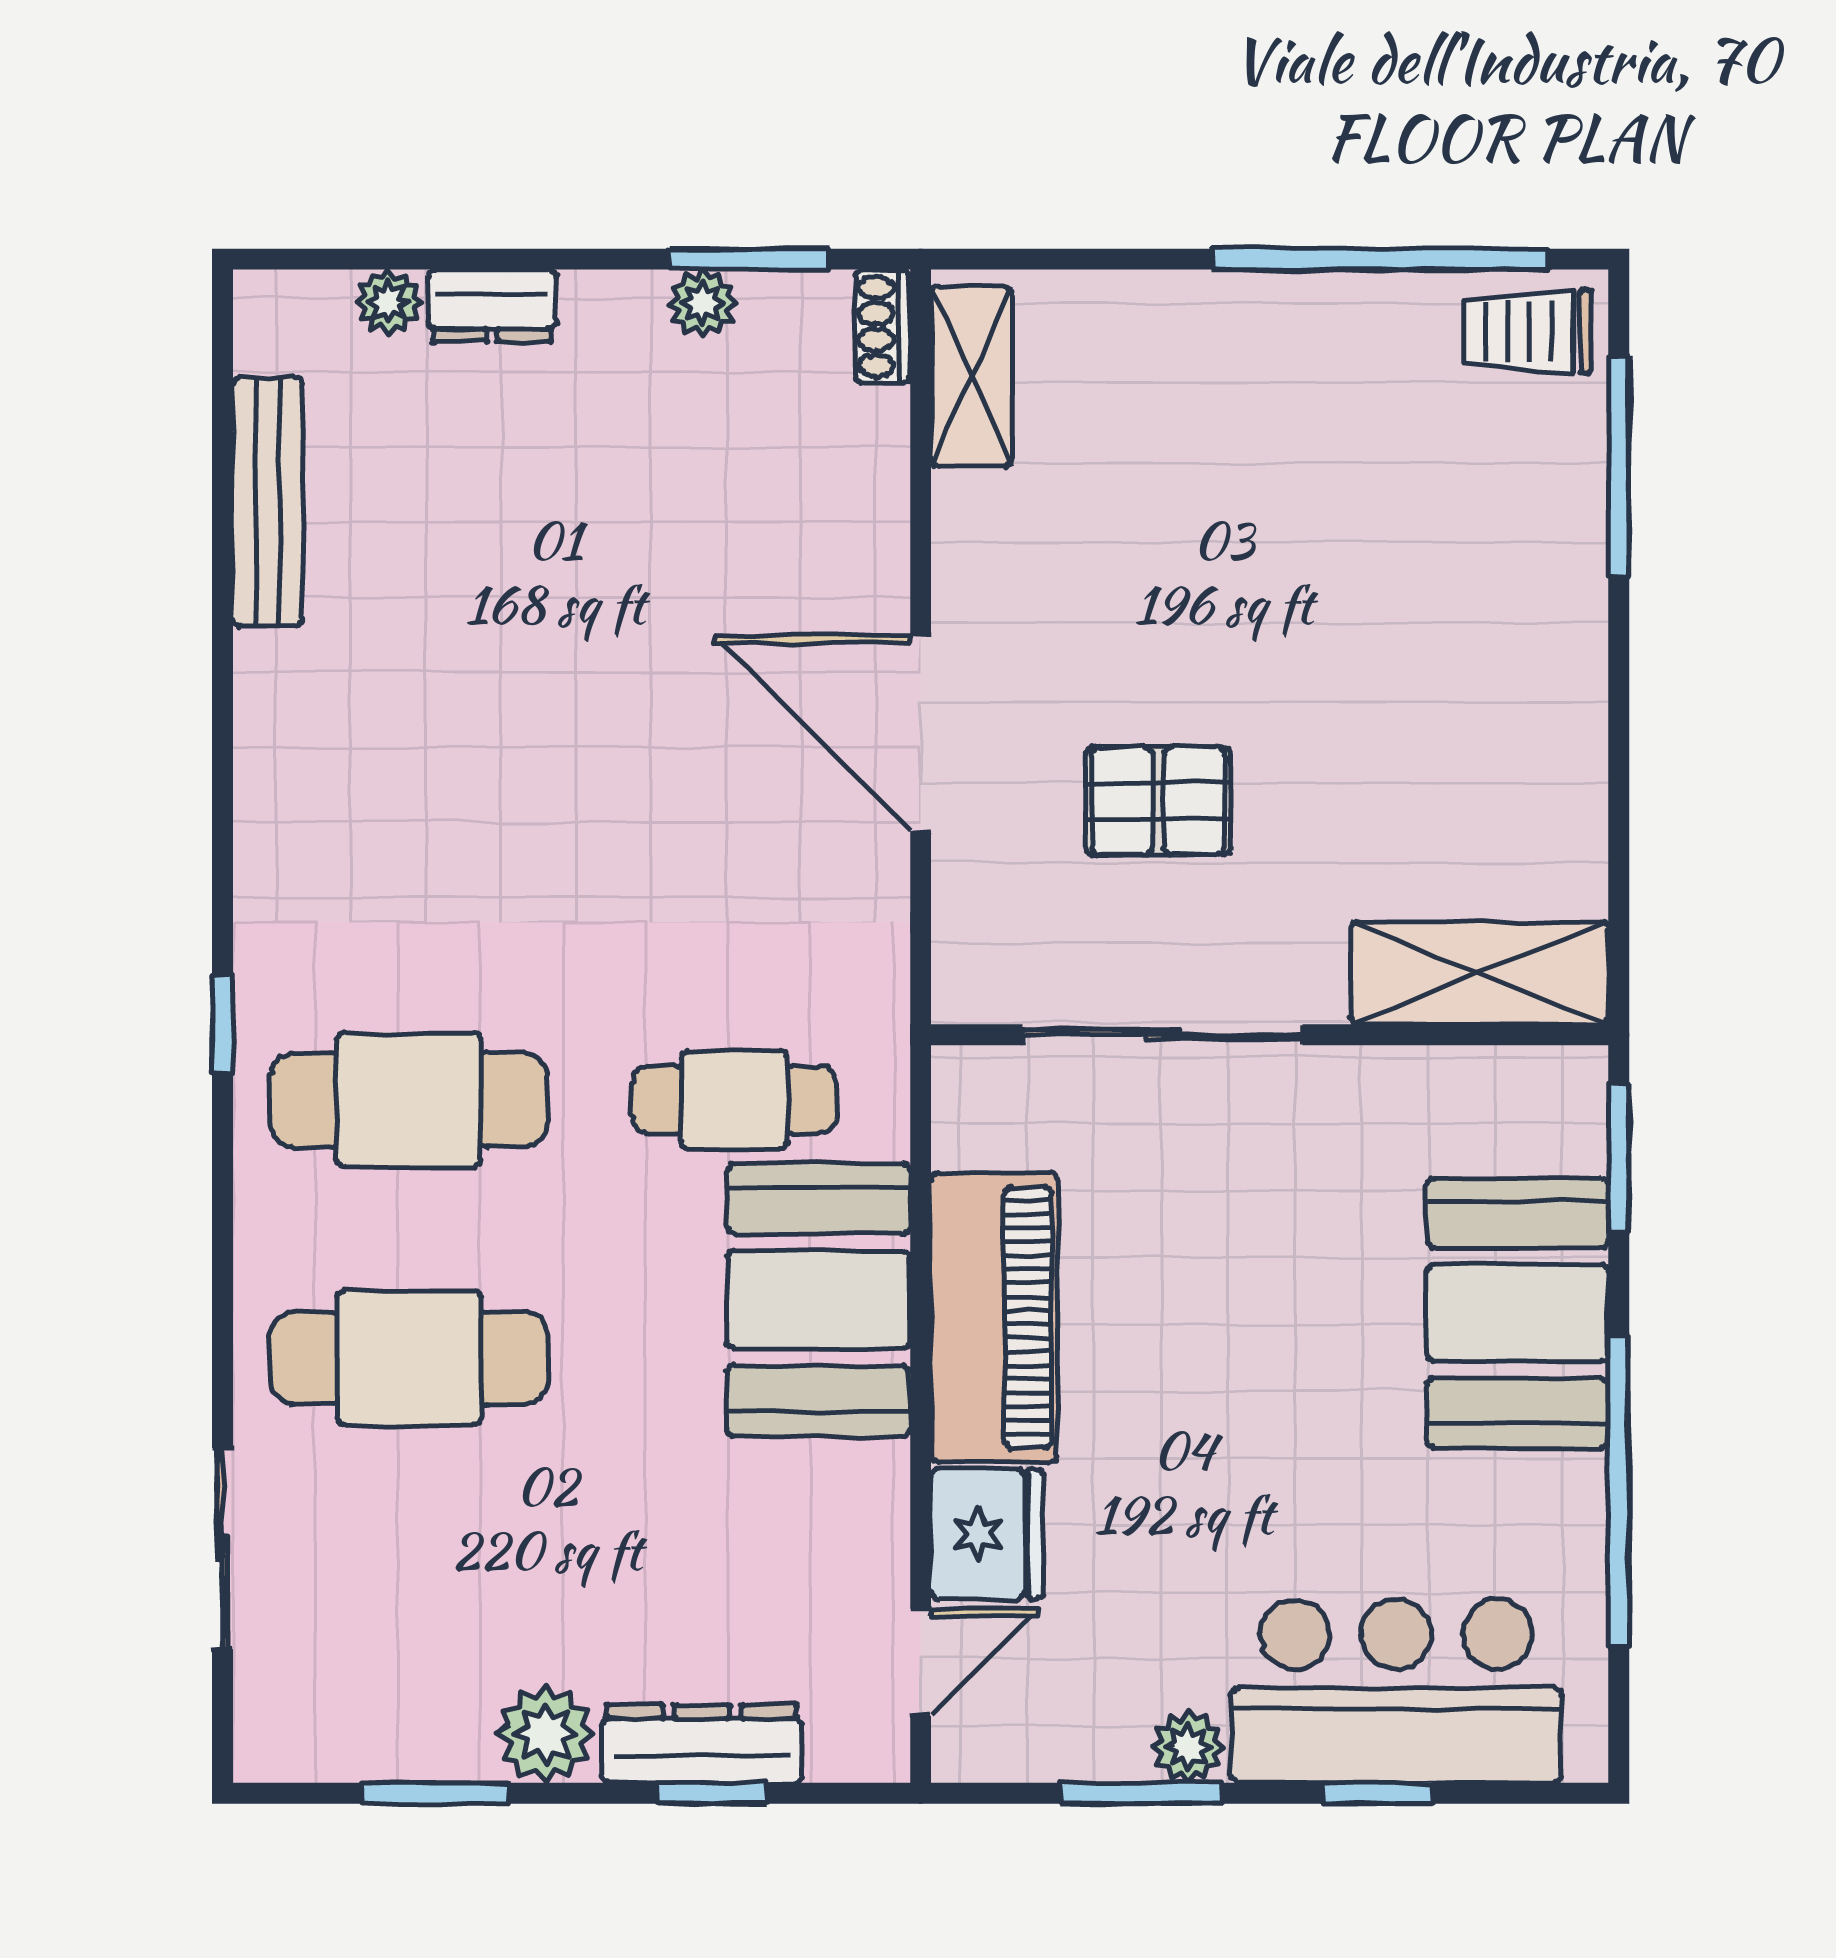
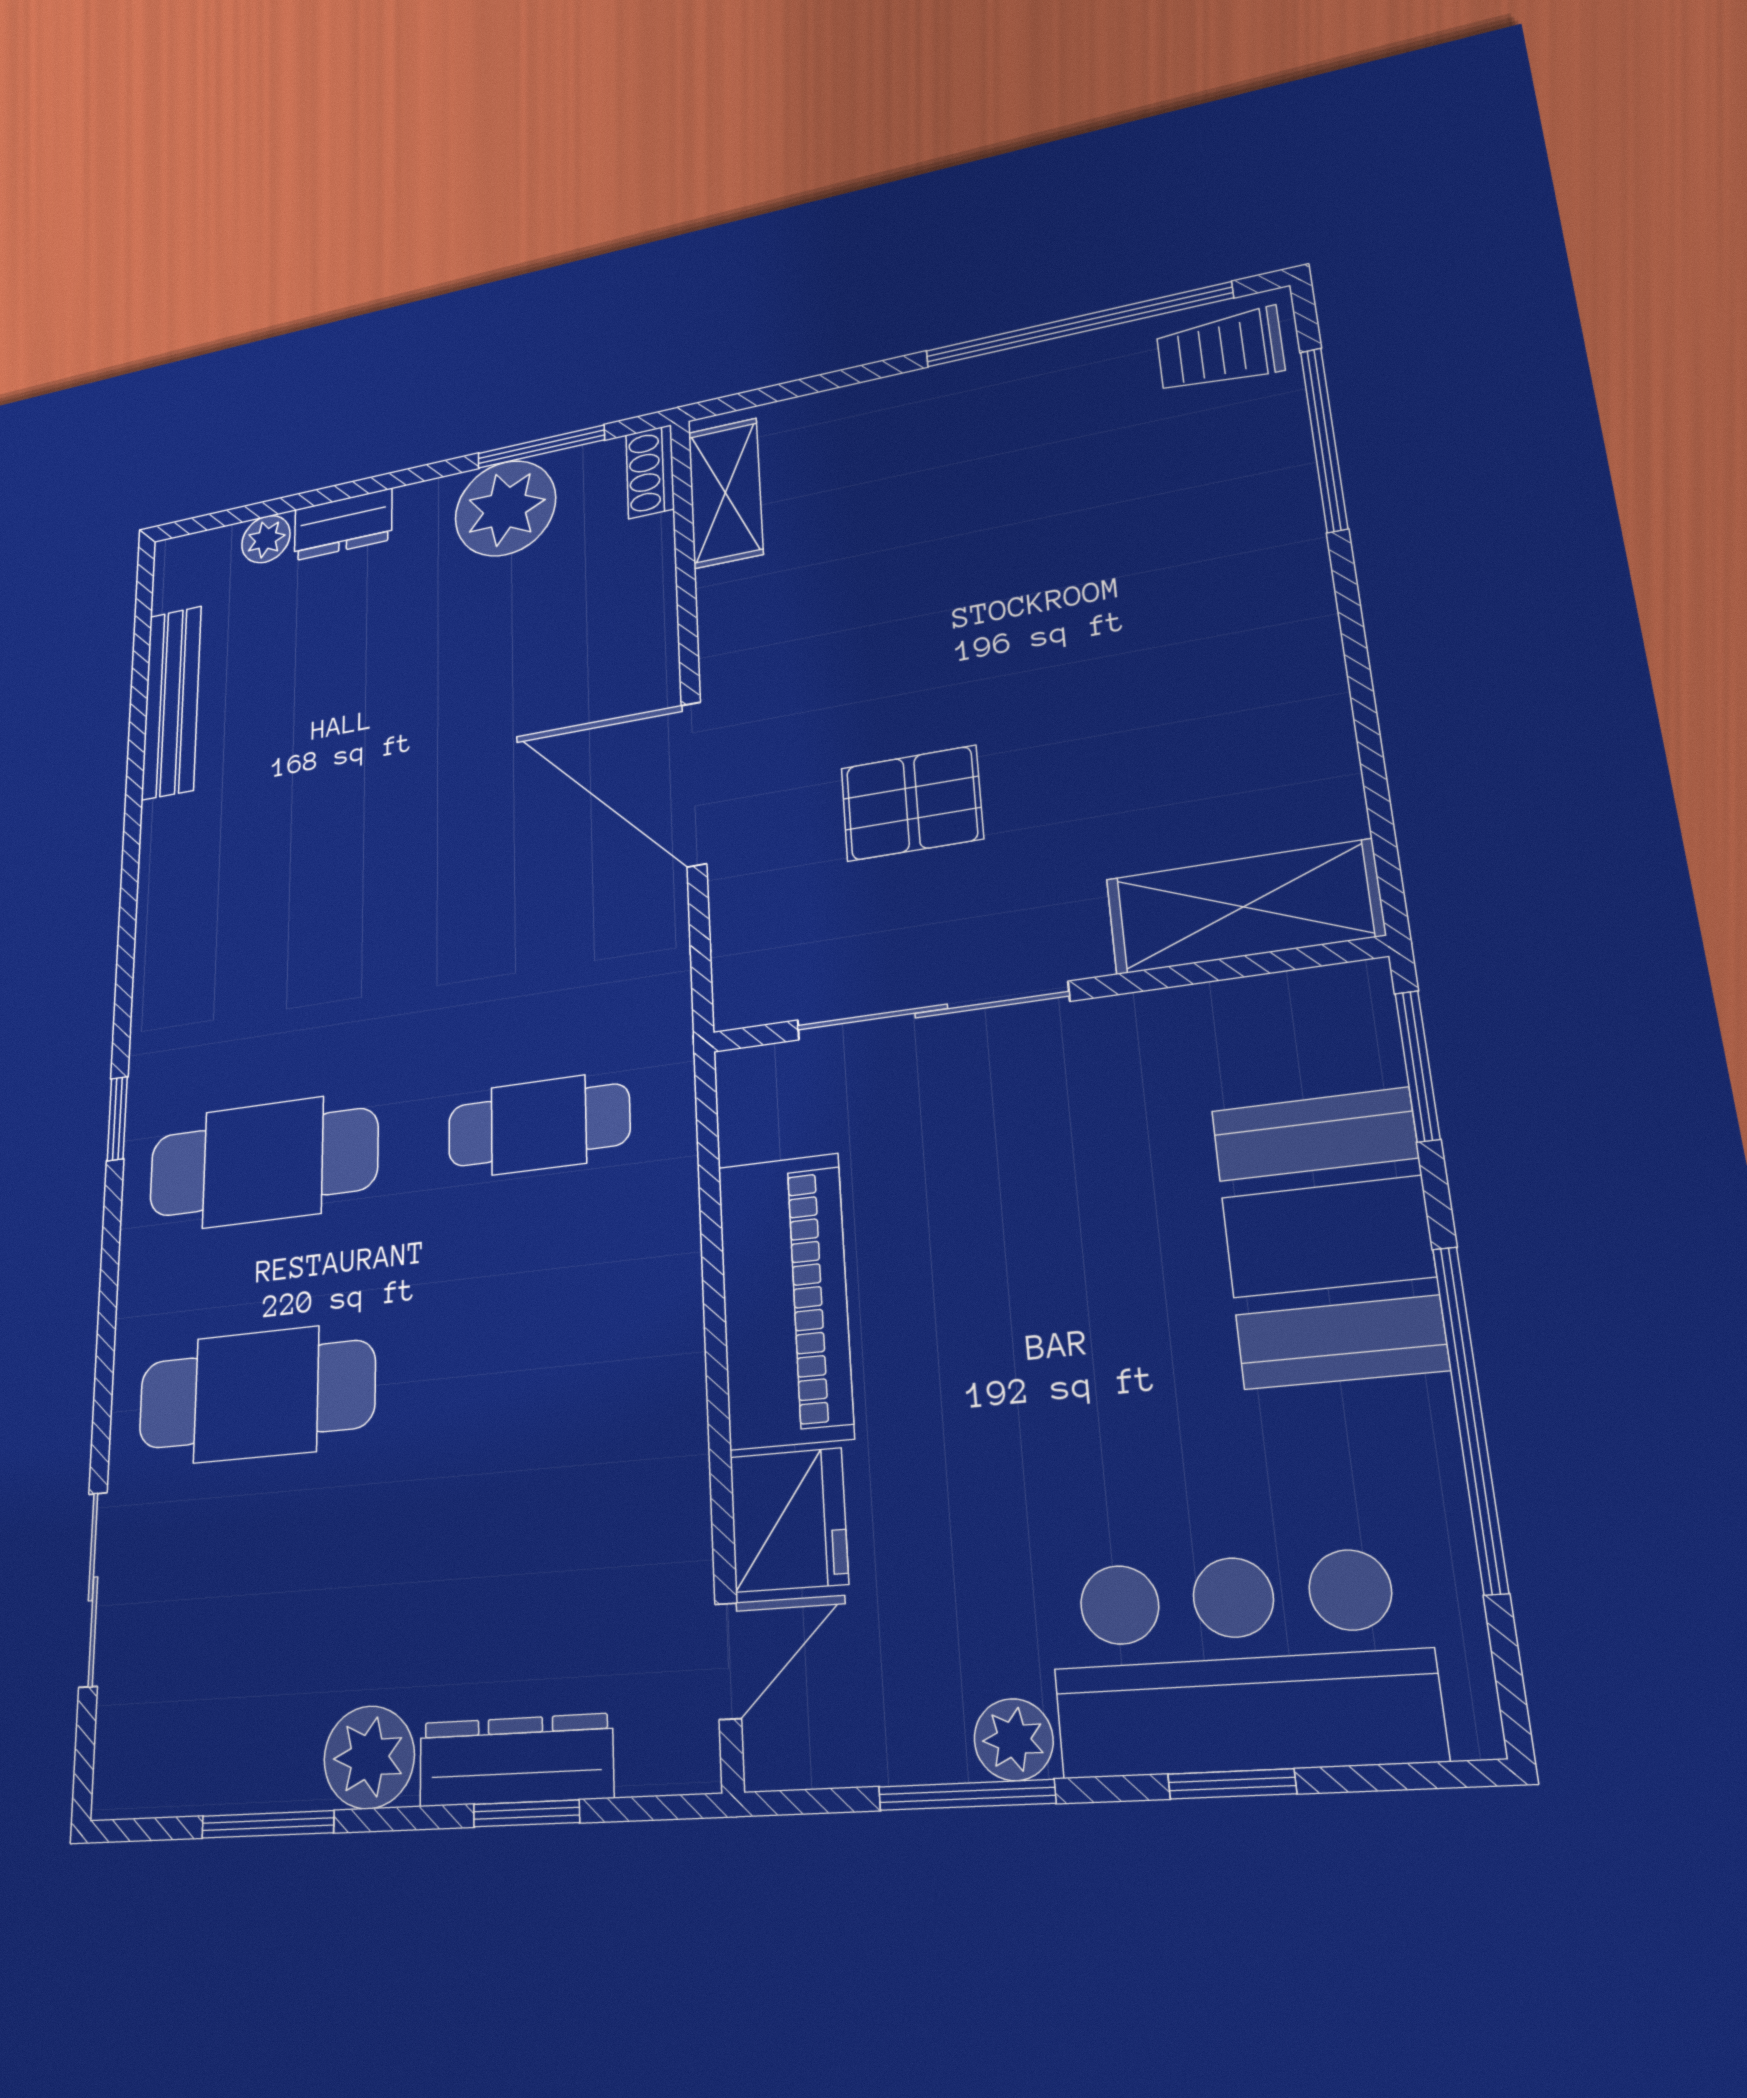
plant: (703, 303) -> (505, 508), width x1.87, depth x1.87
booth: (819, 1300) -> (618, 1301), removed

